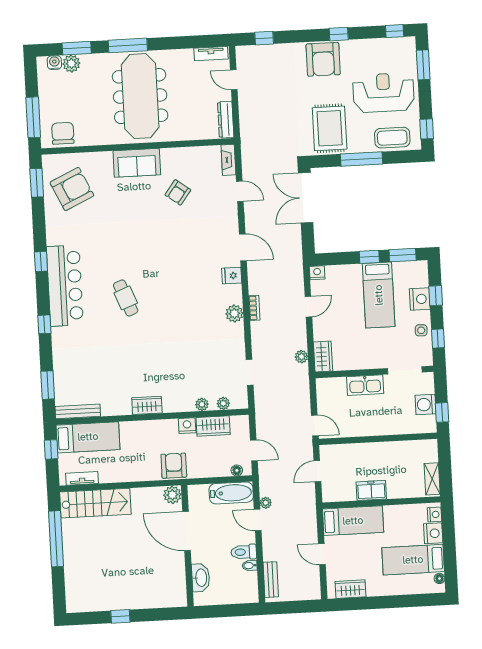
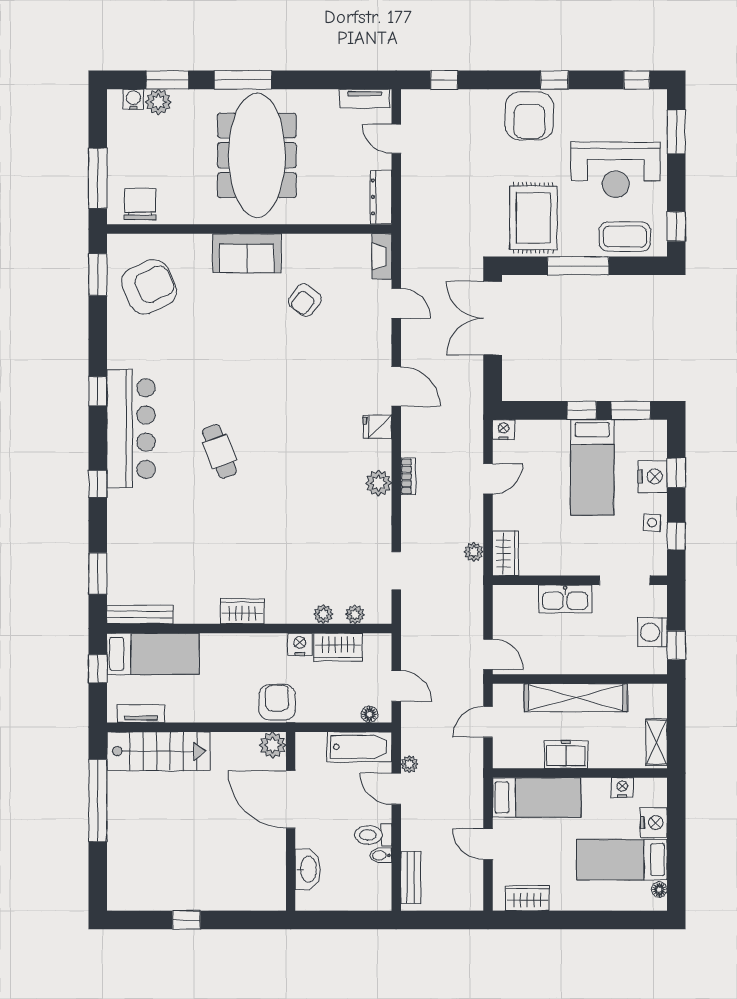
reception desk: (384, 93) -> (616, 170), turned 180
shelving: (376, 452) -> (576, 698), added
nightstand: (435, 514) -> (622, 788), moved, turned -90

